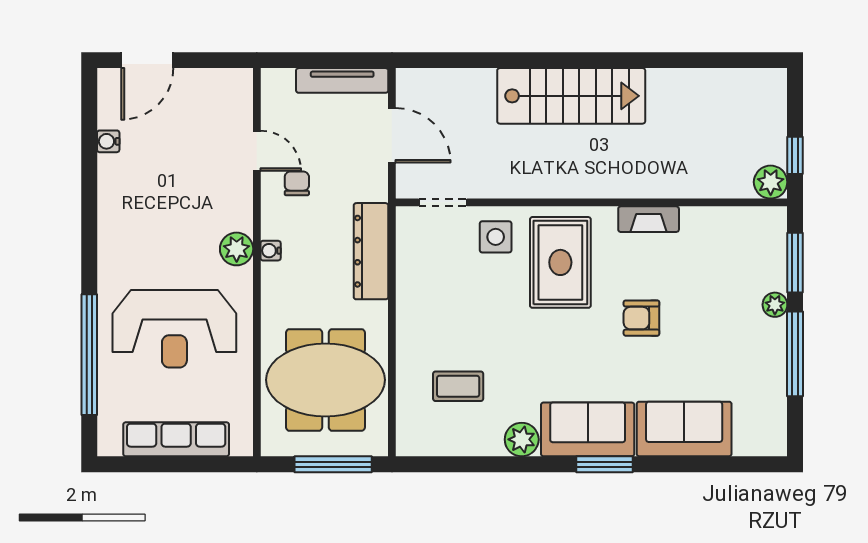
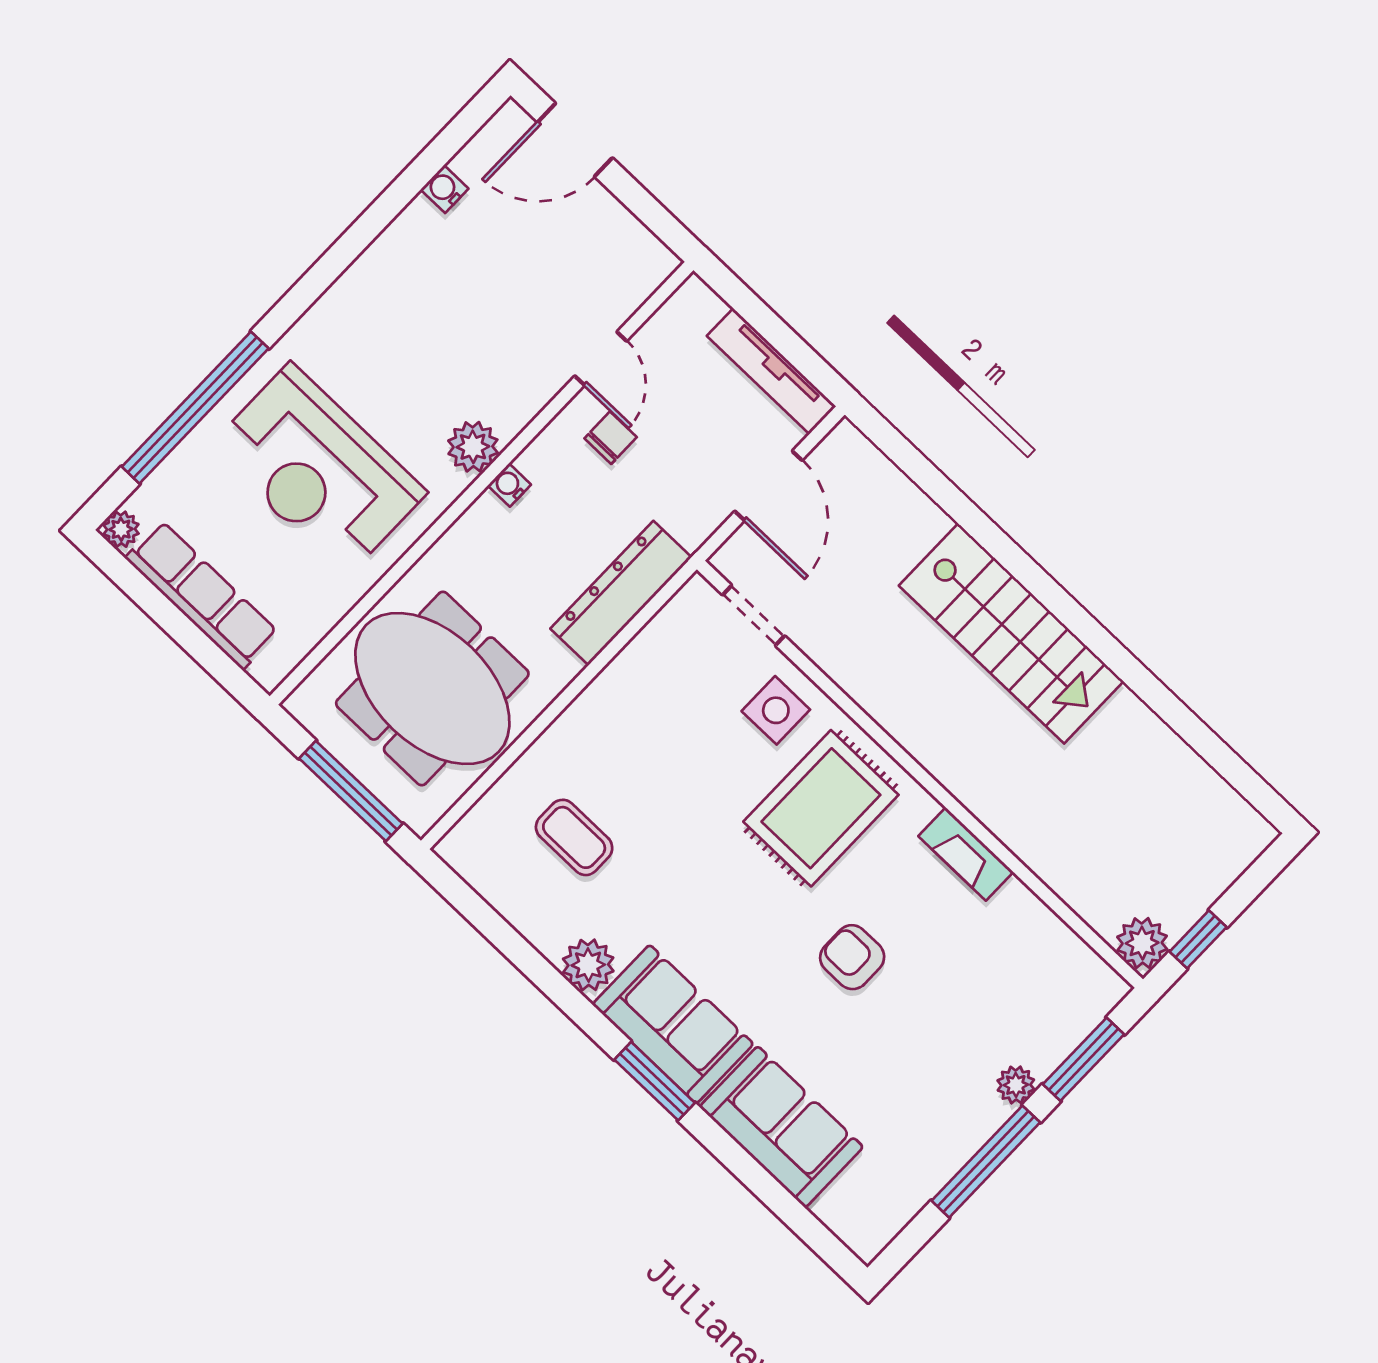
plant: (109, 445) -> (121, 529), added

